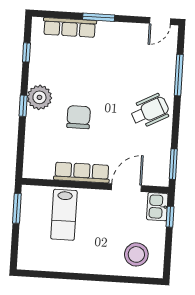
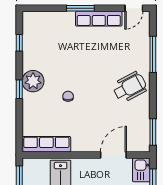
row of seats: (70, 27) -> (99, 19), moved
chair: (79, 117) -> (68, 96), width x0.54, depth x0.54
row of seats: (82, 173) -> (46, 144), moved

